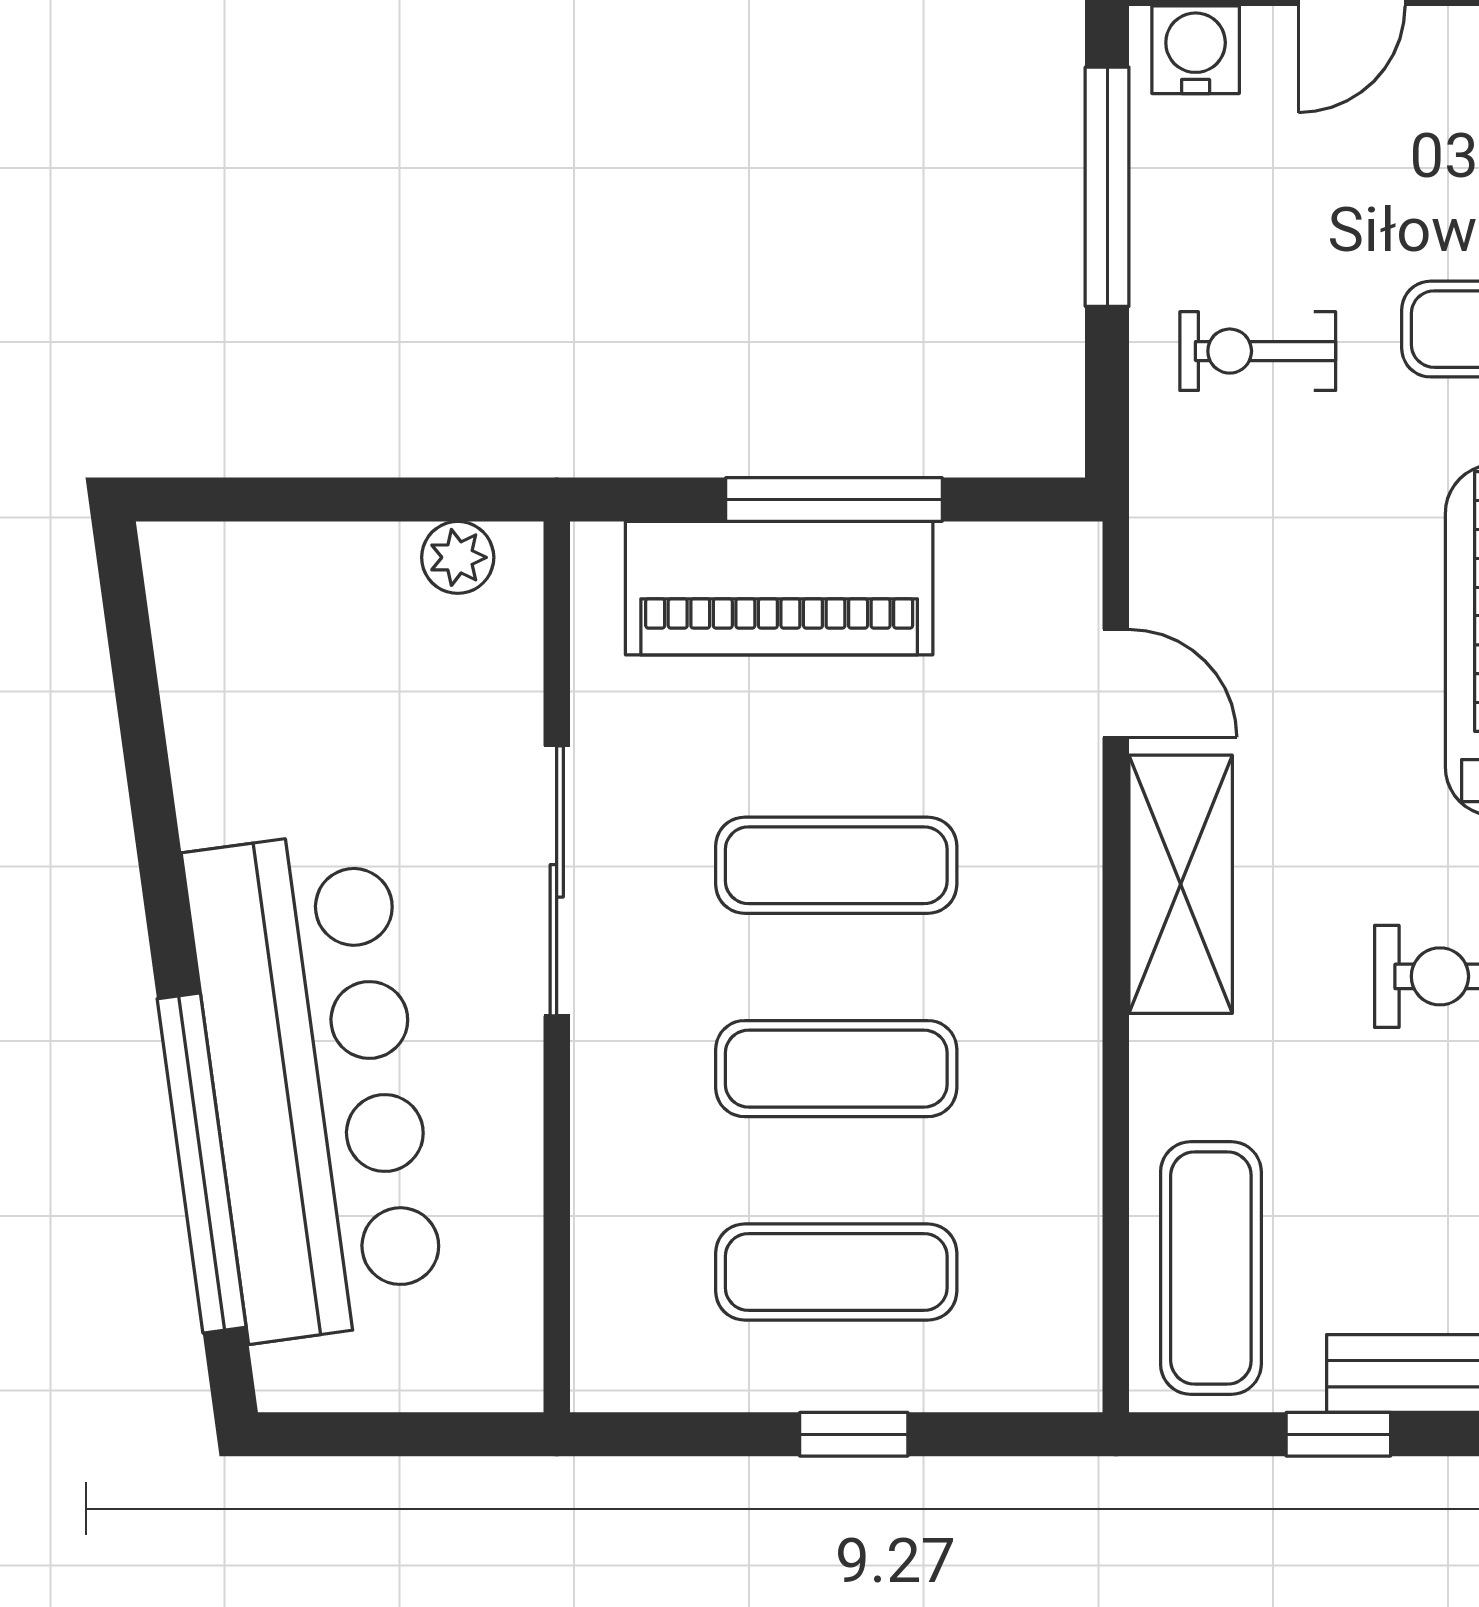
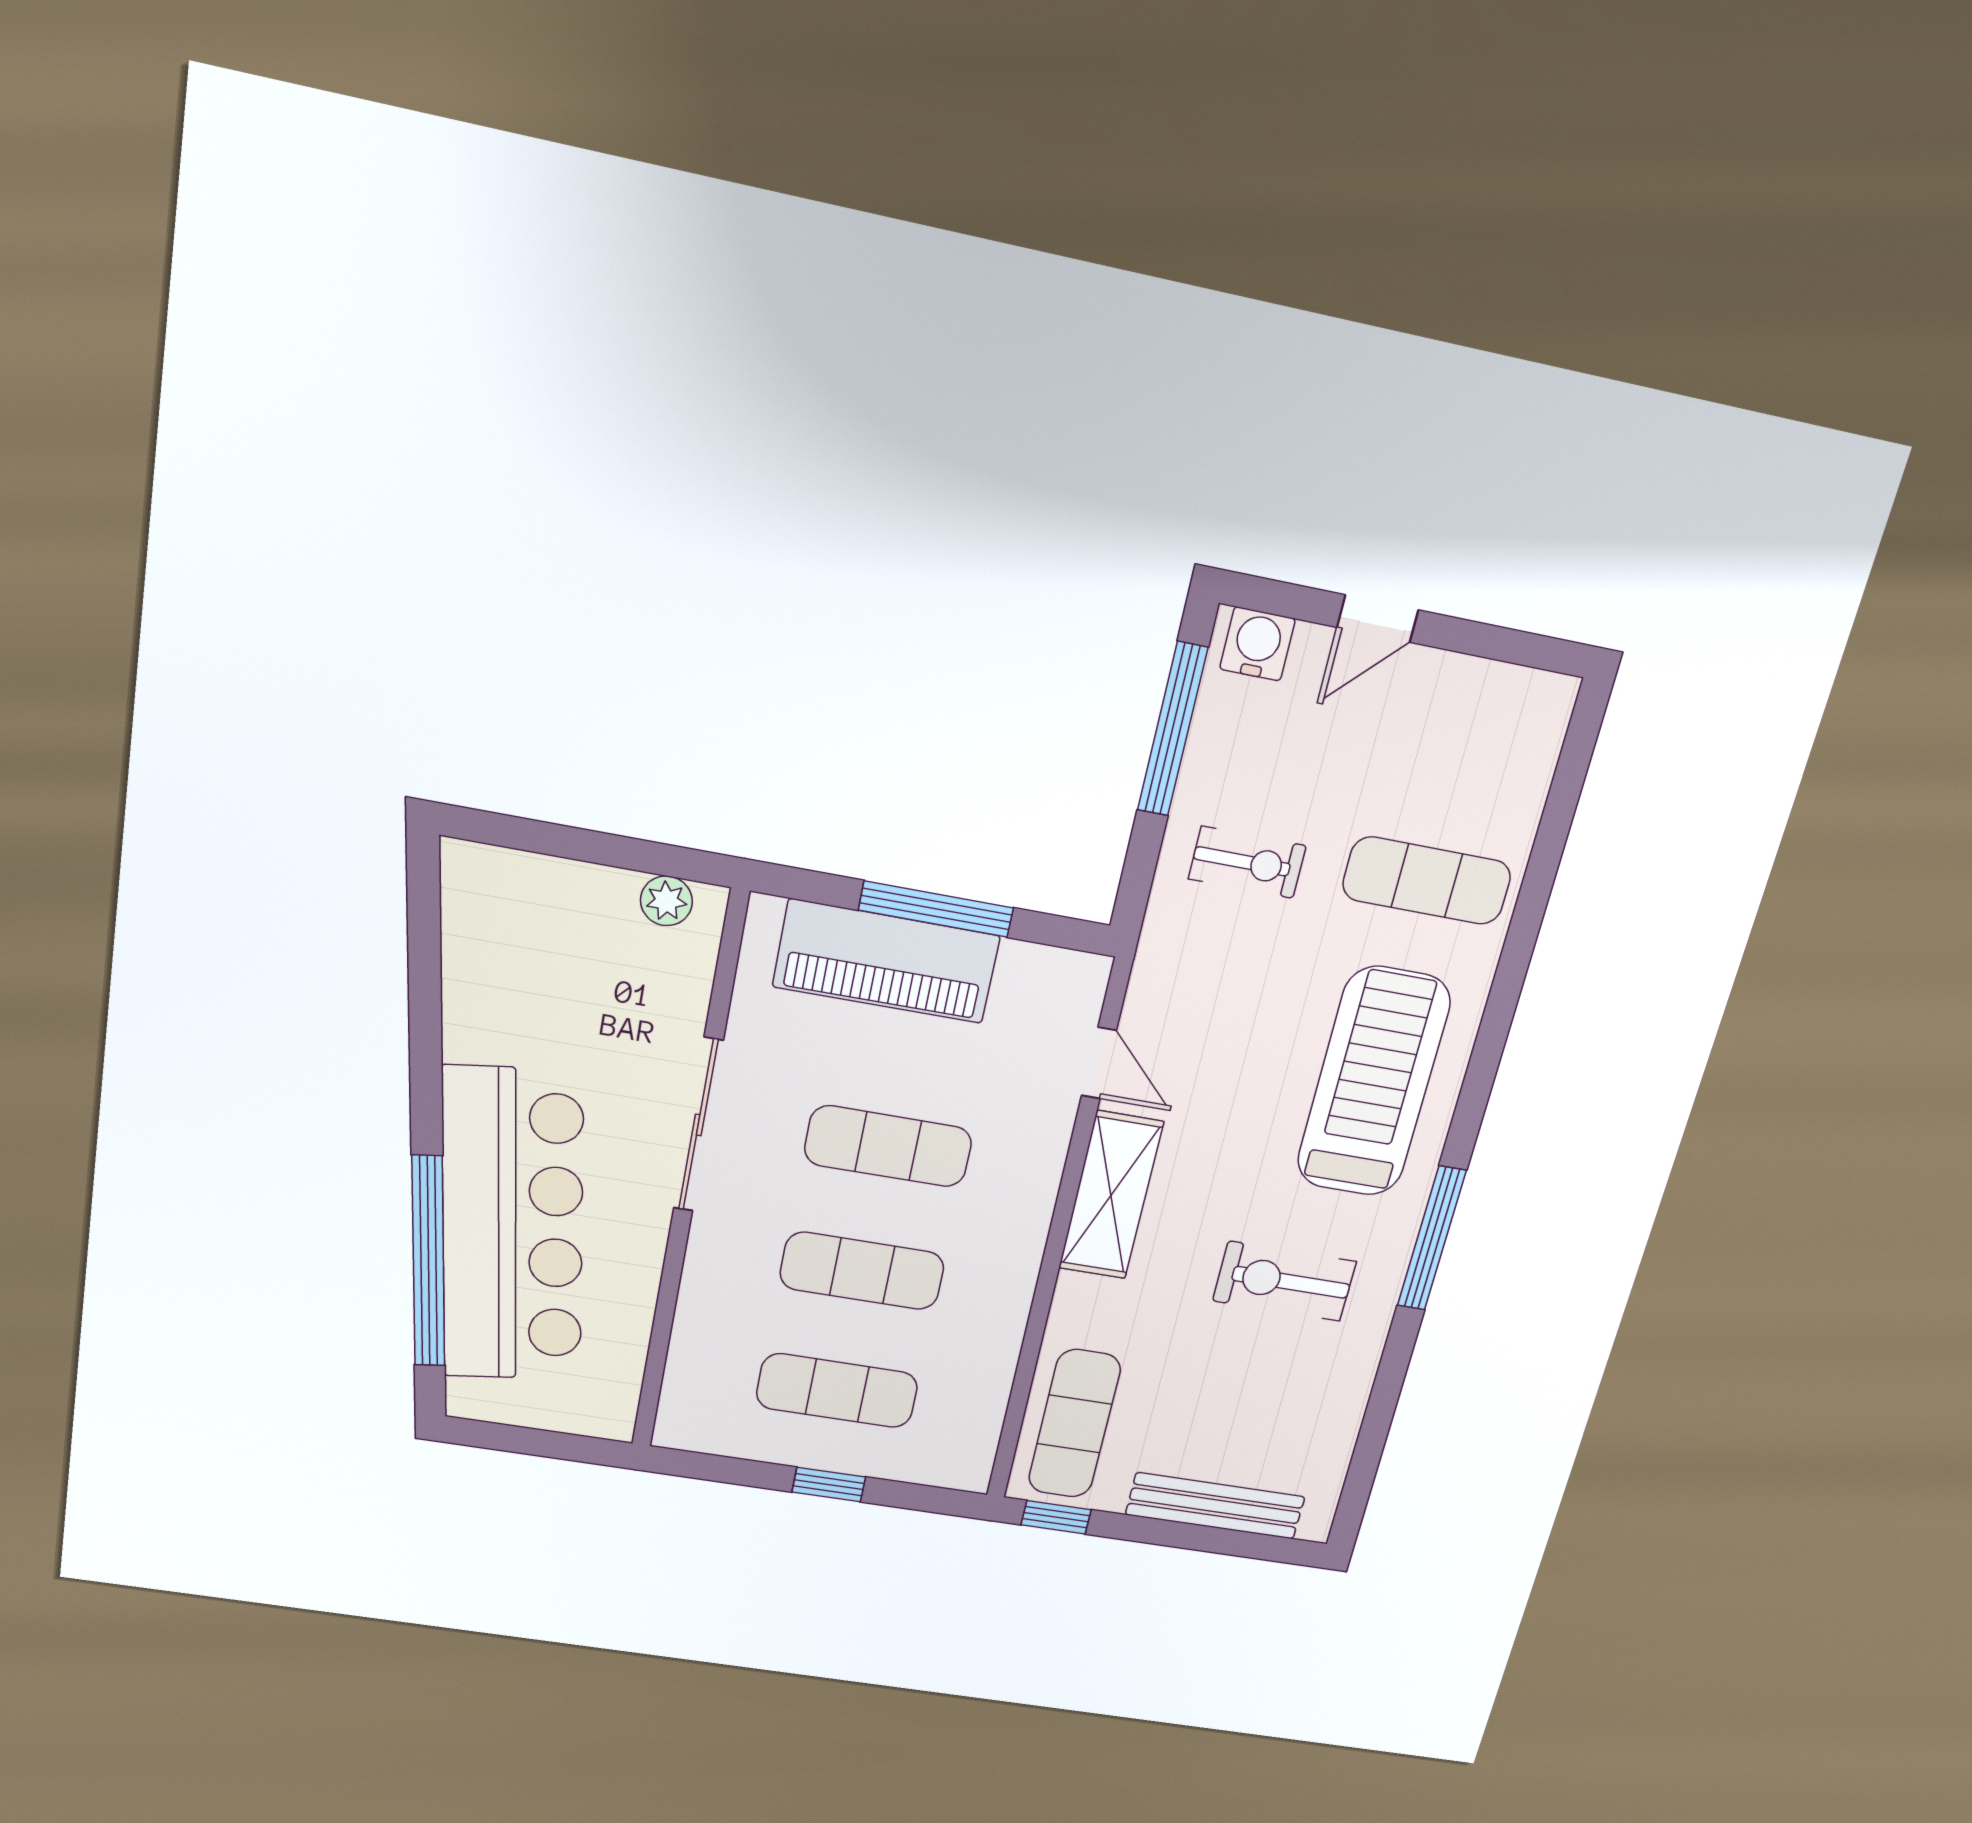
exercise bike: (1258, 351) -> (1247, 862), turned 180
window: (1338, 1434) -> (1056, 1517), moved

